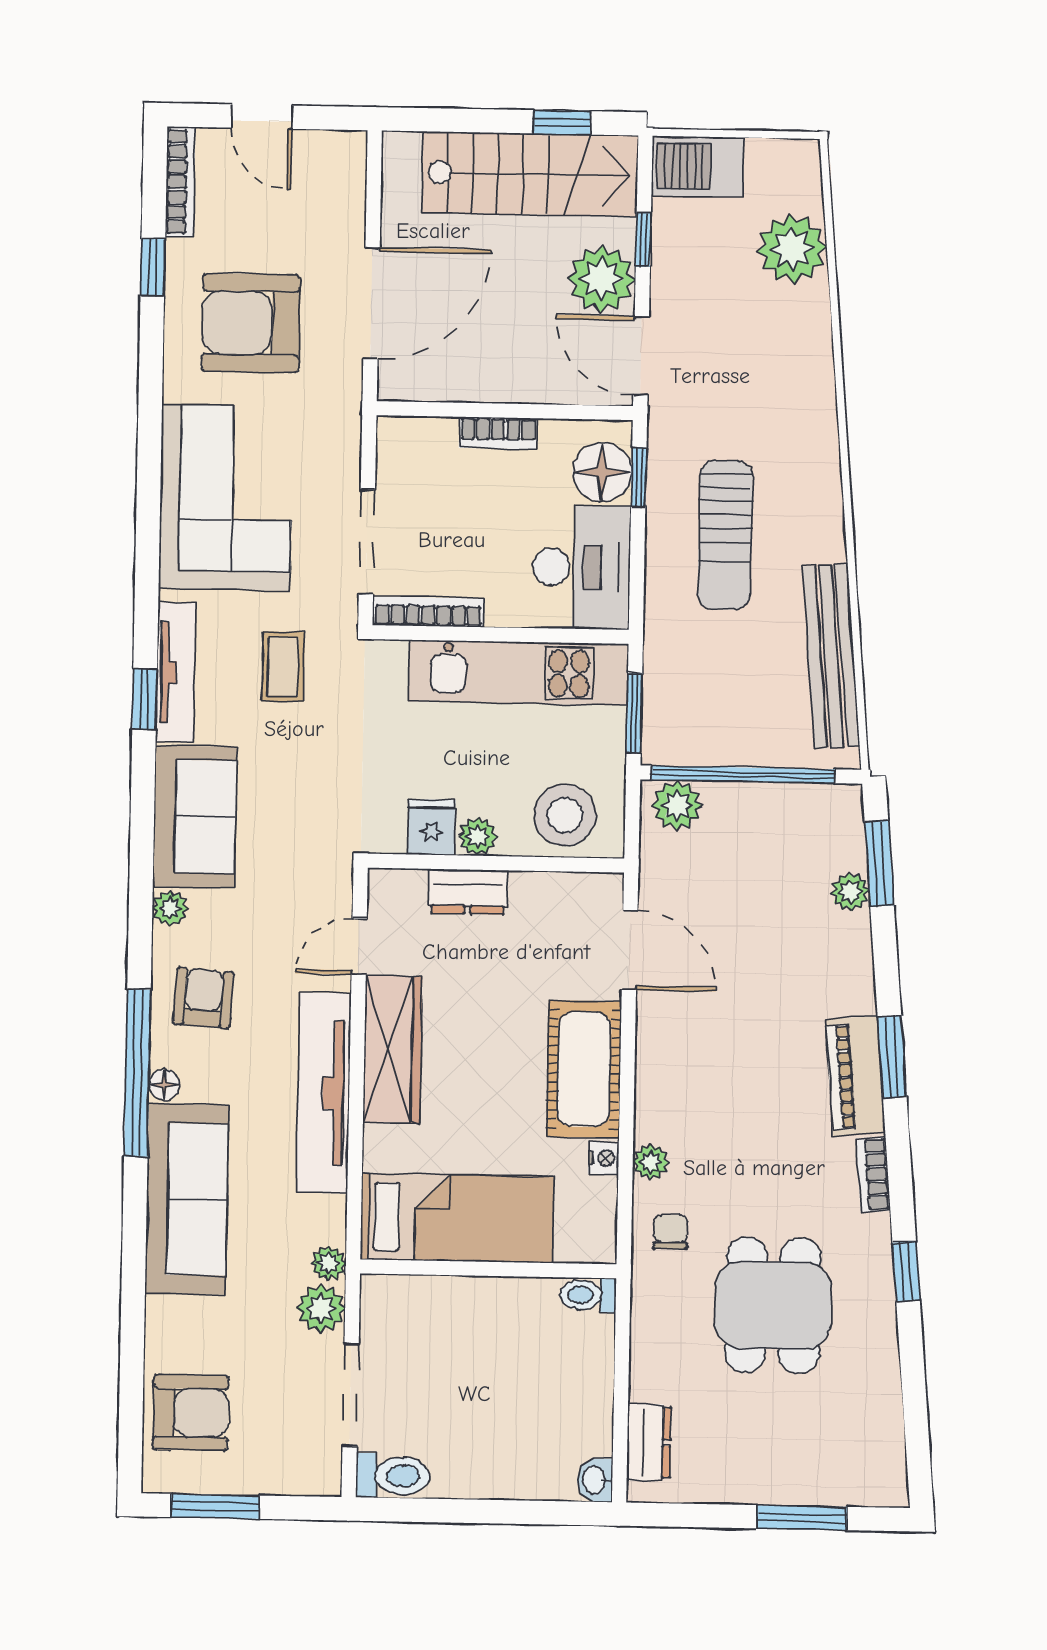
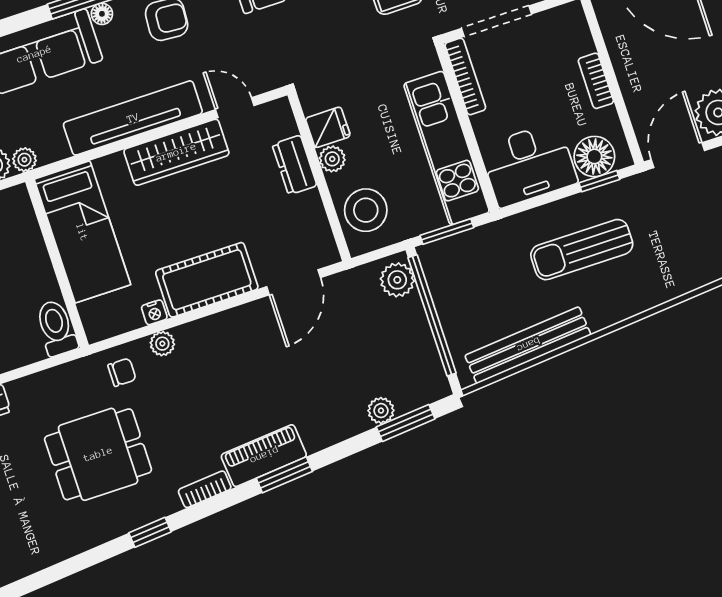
toilet: (588, 1295) -> (56, 328), width x1.37, depth x1.39

